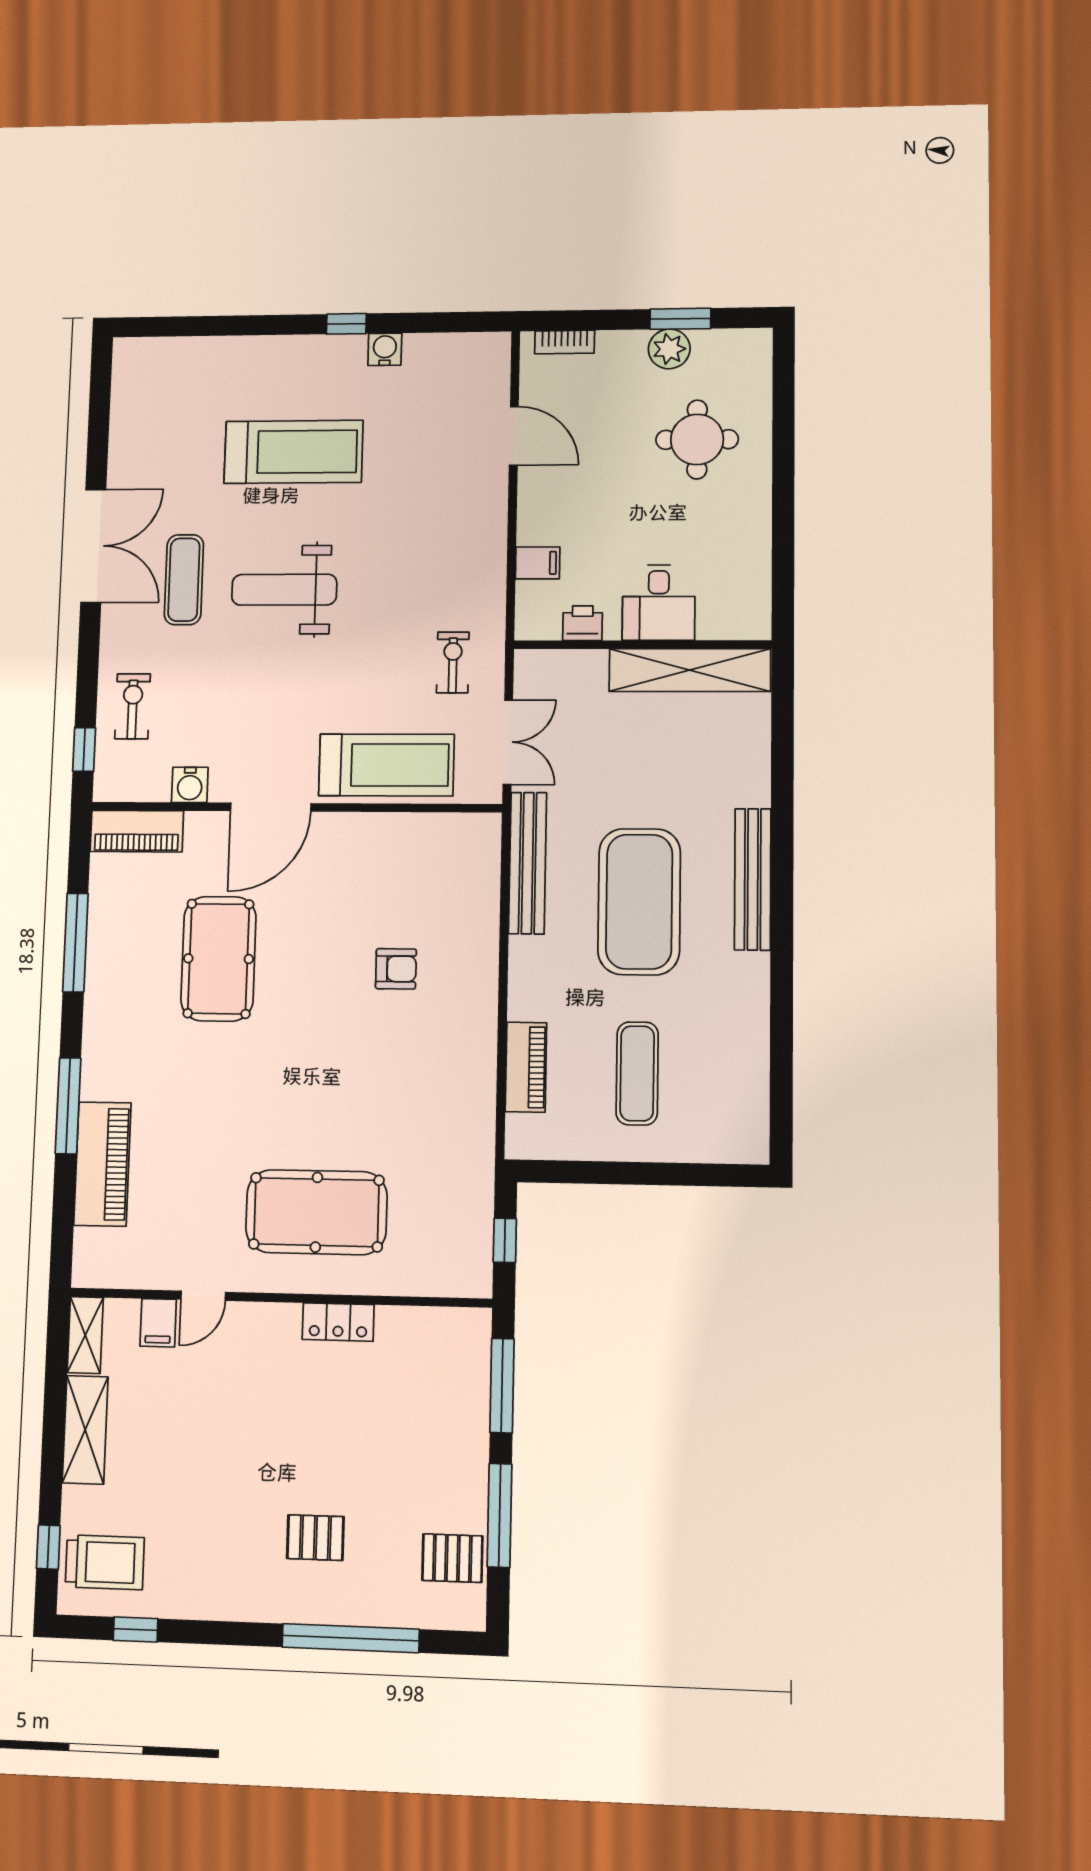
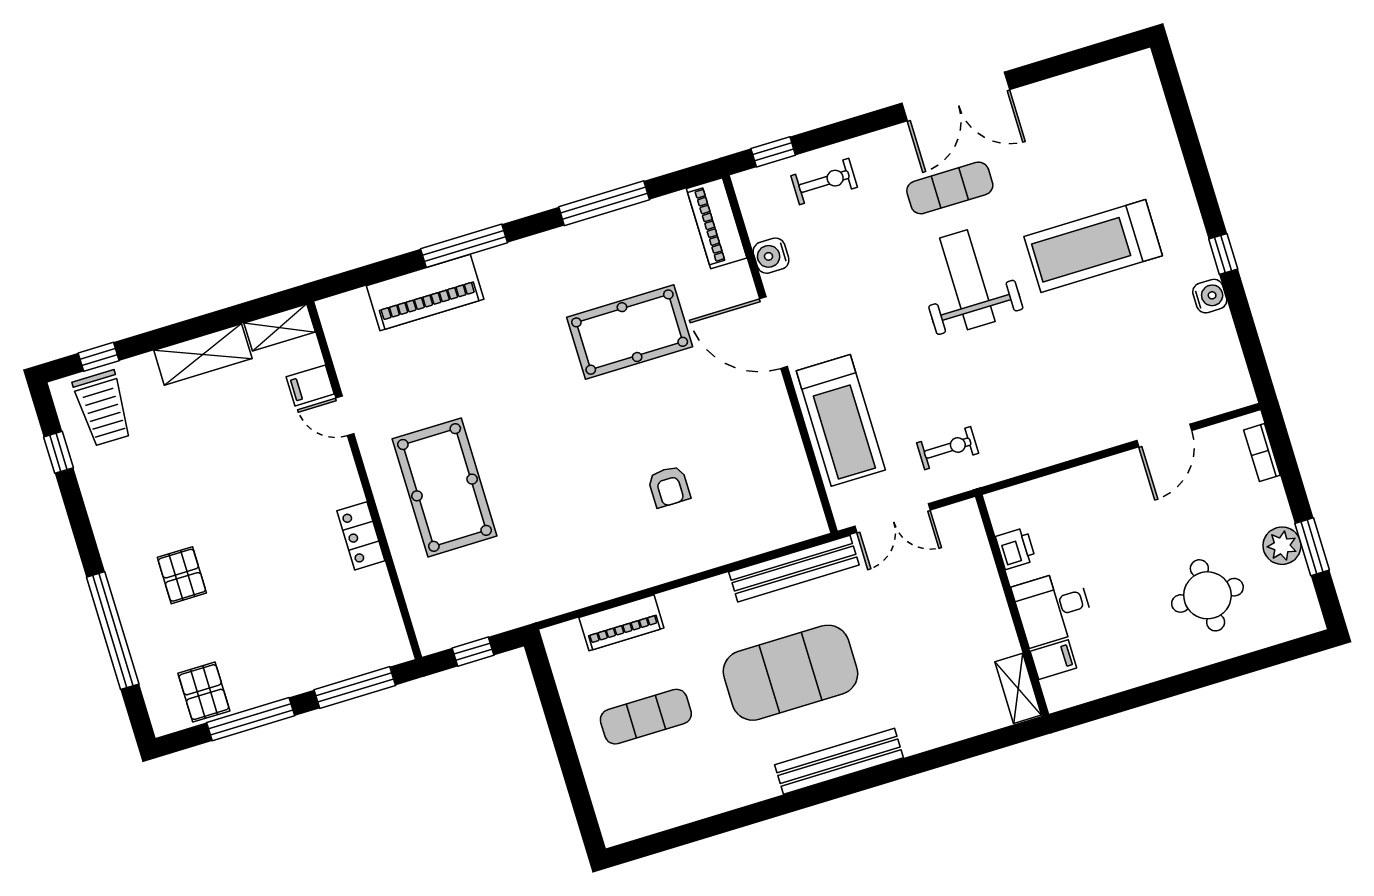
treadmill: (293, 452) -> (1093, 246), turned 90
filing cabinet: (538, 563) -> (1053, 660), moved, turned -90
shelving: (690, 670) -> (1018, 688), width x0.45, depth x0.75

